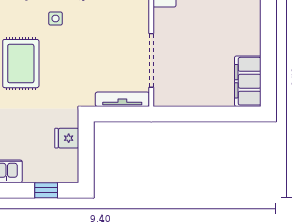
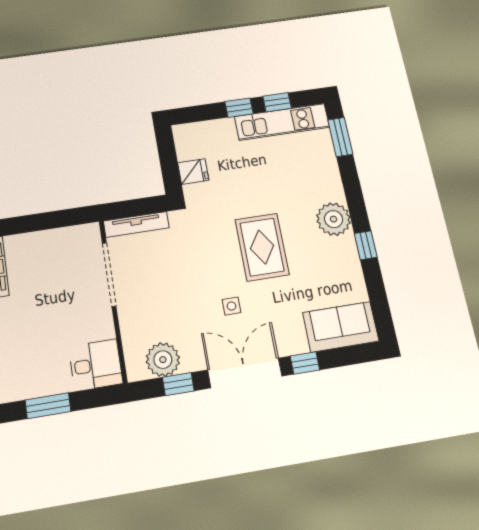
window: (46, 190) -> (239, 108), moved

